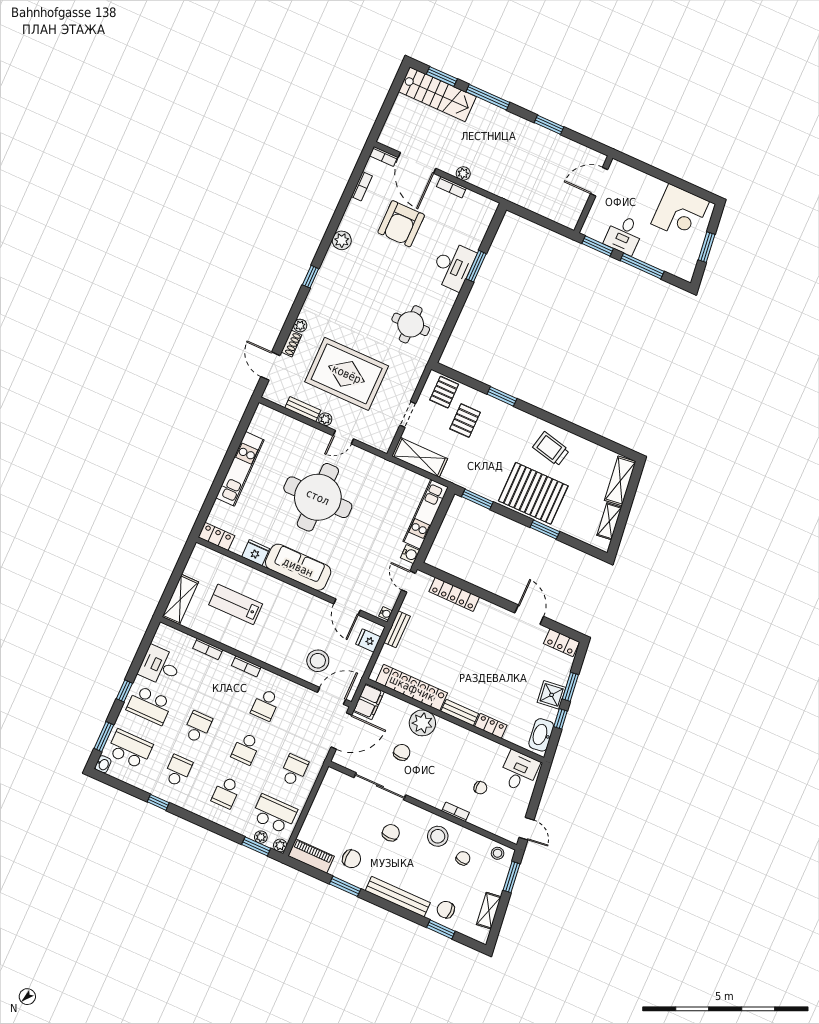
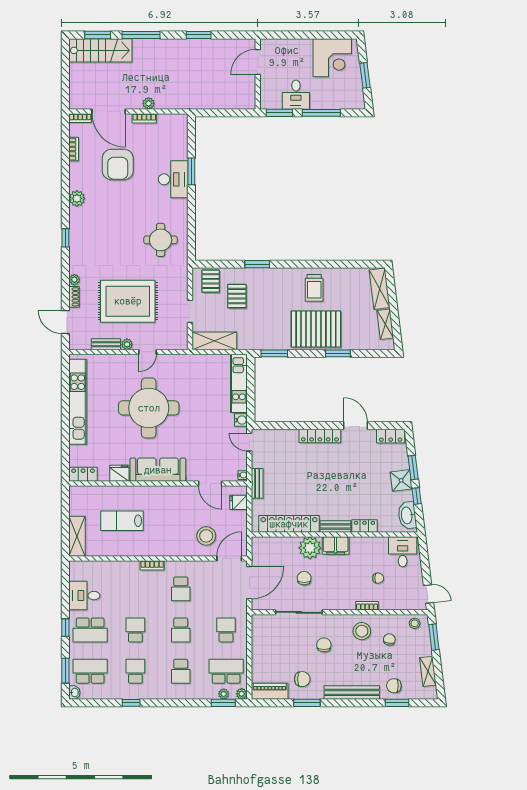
trolley: (551, 449) -> (314, 288), turned -103
kitchen unit: (240, 469) -> (78, 402), width x1.36
locker: (454, 594) -> (320, 436), moved
bookcase: (208, 649) -> (116, 565), removed
filing cabinet: (369, 701) -> (336, 545), moved, turned 90

